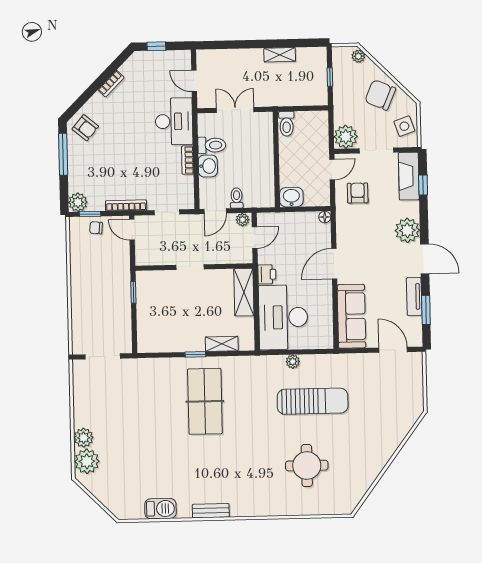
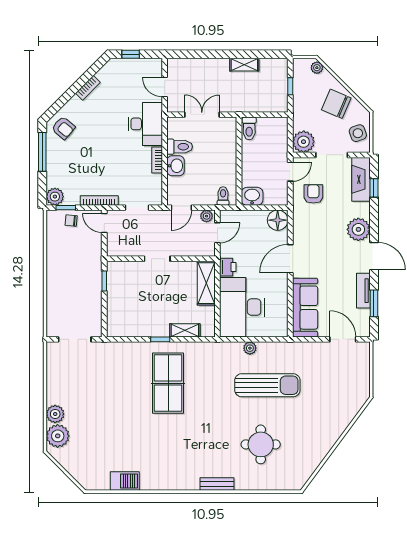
toilet: (237, 198) -> (223, 196), moved
floor lamp: (325, 217) -> (278, 220), width x1.89, depth x1.89
bench: (211, 511) -> (217, 484), moved

